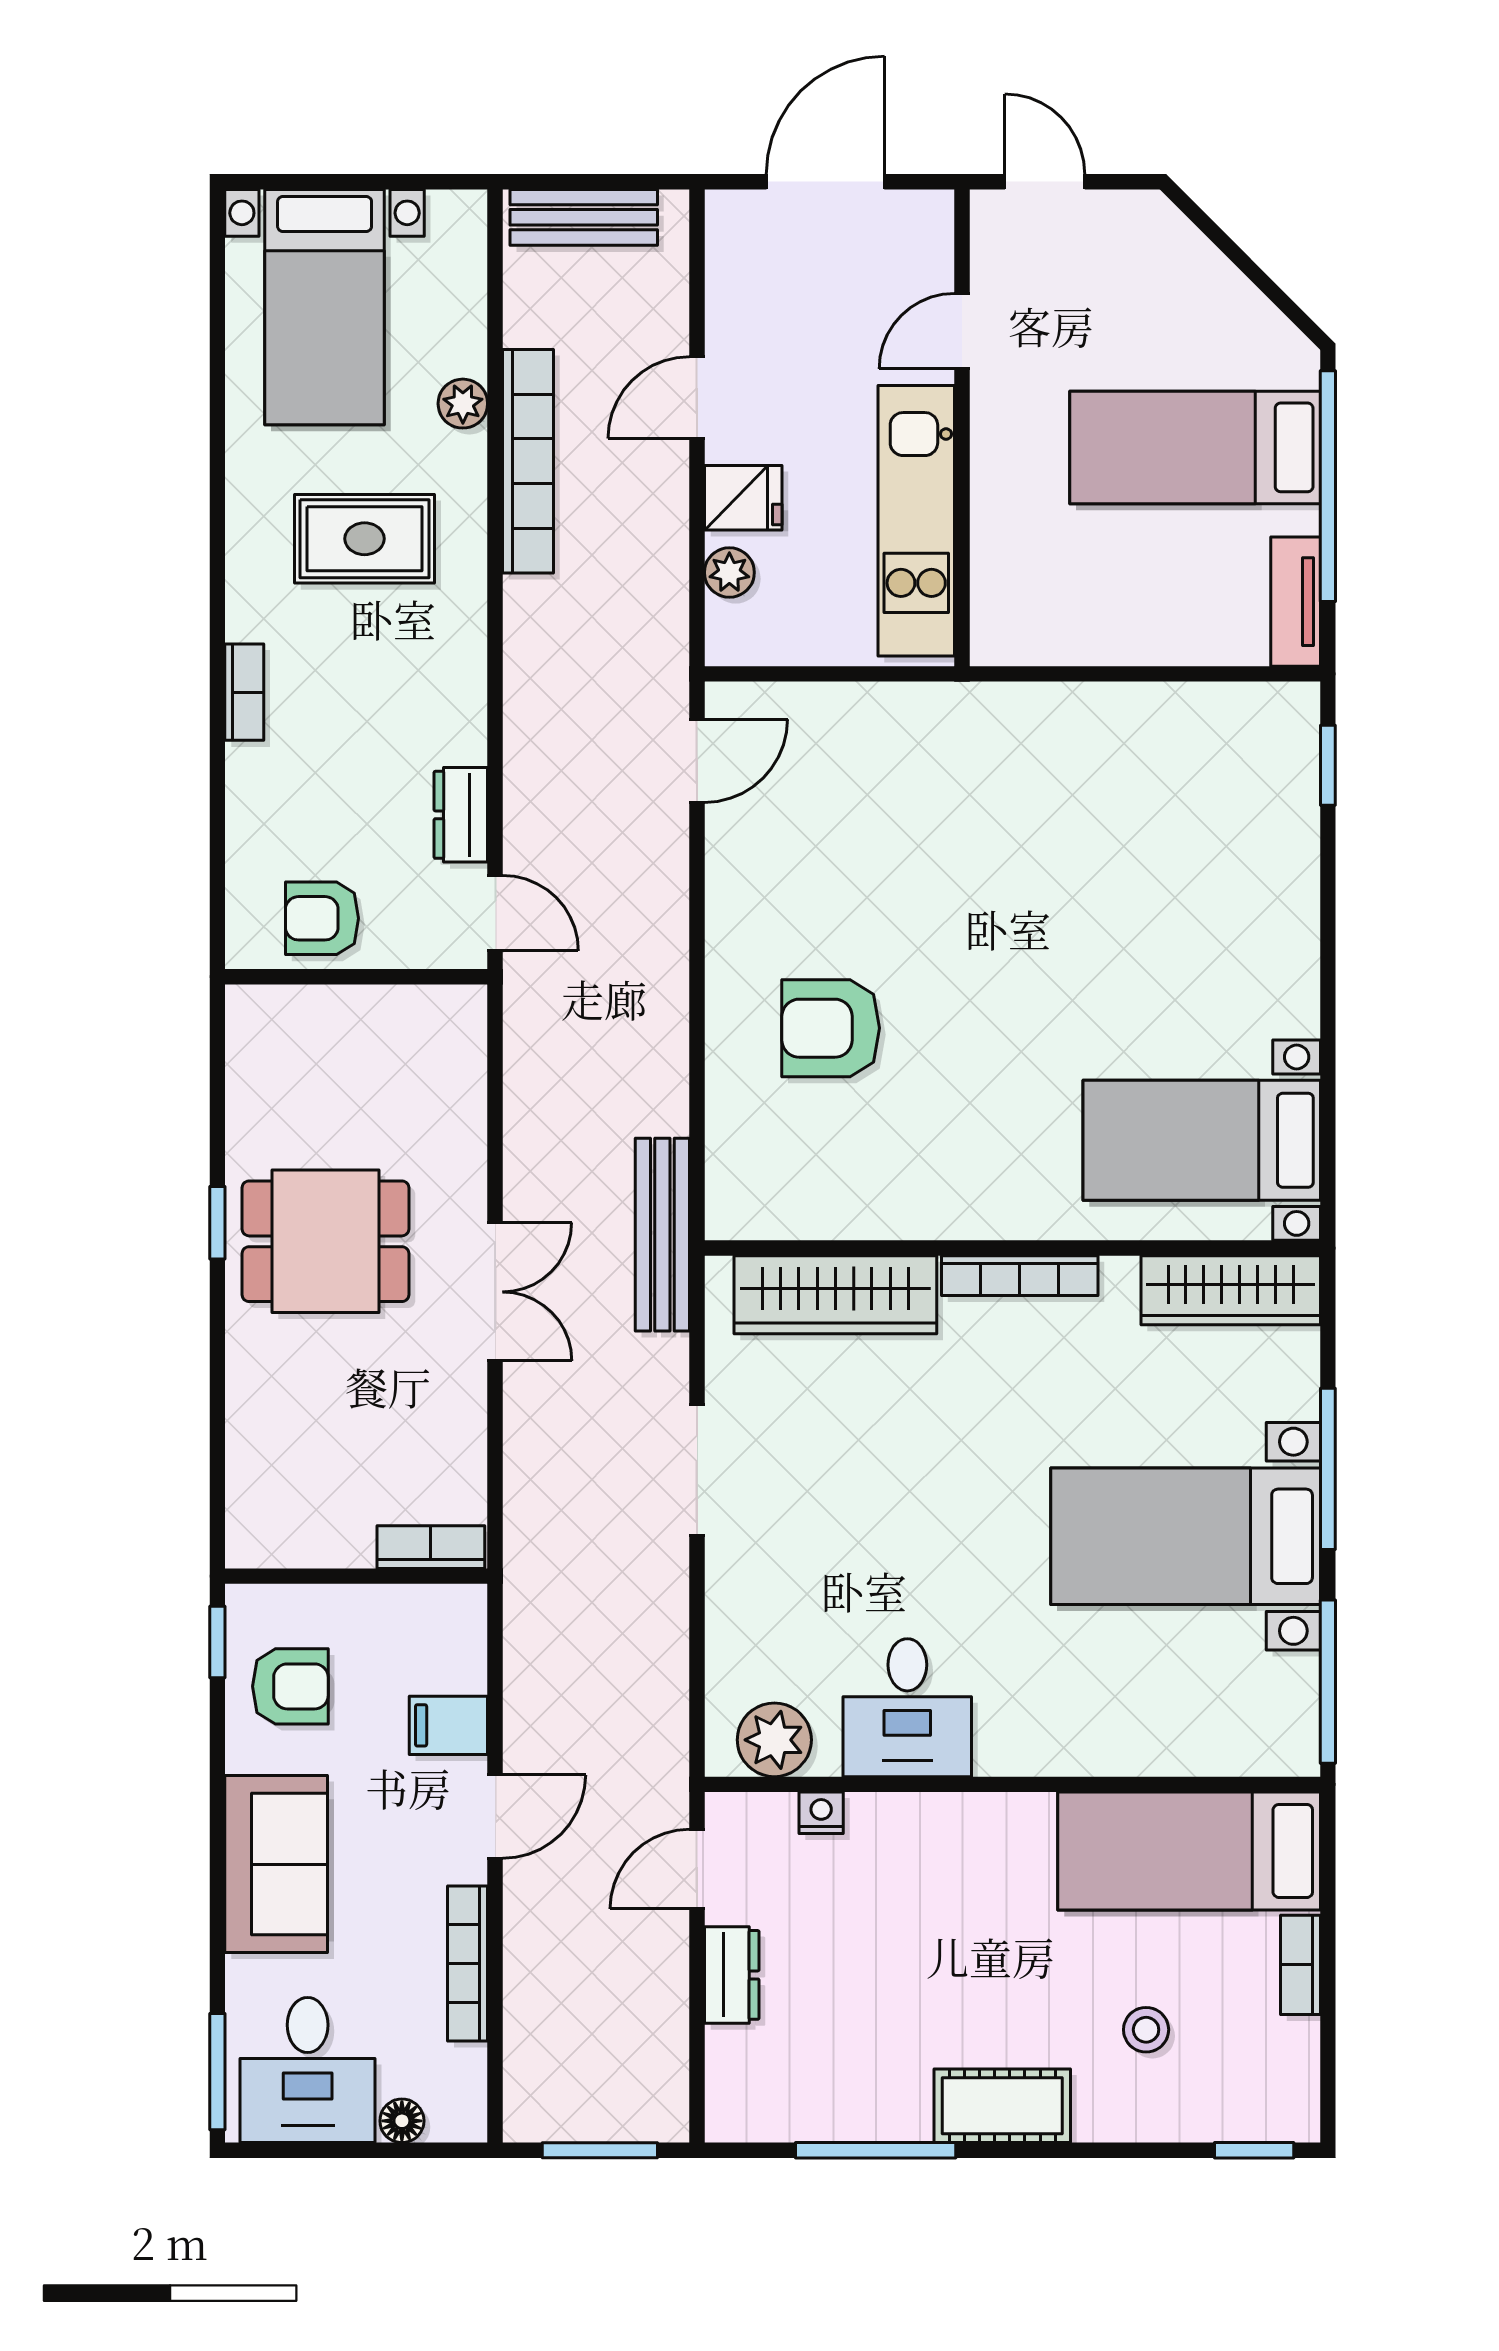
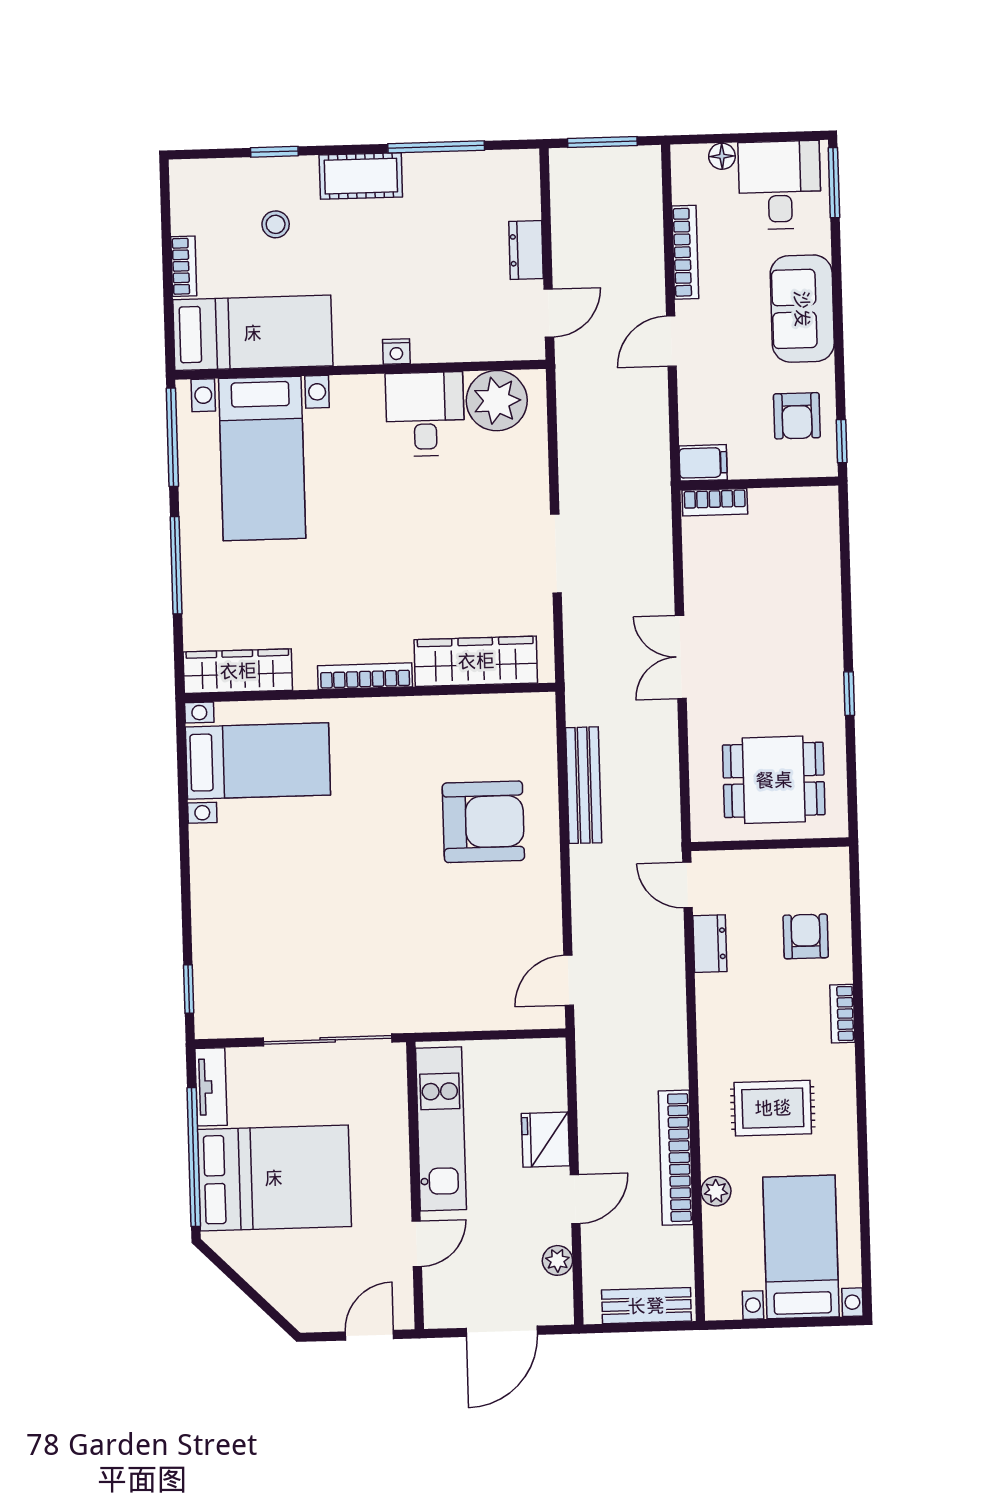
door: (1045, 182) -> (370, 1335), swing flipped
bed: (1195, 447) -> (274, 1178), width x1.50
fridge: (743, 498) -> (546, 1140), width x1.38
plant: (729, 572) -> (557, 1260), moved
sliding door: (1100, 674) -> (328, 1040), added
armchair: (322, 918) -> (806, 936), moved, turned -90
armchair: (831, 1028) -> (483, 822), width x1.36, depth x1.36
bench: (662, 1235) -> (584, 785), moved
dining table: (325, 1241) -> (774, 780), moved
bed with nightstands: (1186, 1536) -> (262, 458), moved, turned 90
armchair: (290, 1686) -> (797, 416), turned -90
filing cabinet: (448, 1725) -> (703, 463), moved
plant: (774, 1740) -> (497, 401), width x1.36, depth x1.36
nightstand: (821, 1813) -> (396, 352), moved
window: (1254, 2150) -> (274, 152), moved

